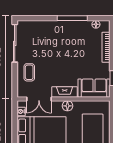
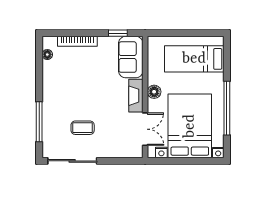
window: (72, 18) -> (39, 122), moved
coffee table: (29, 72) -> (83, 128), moved

